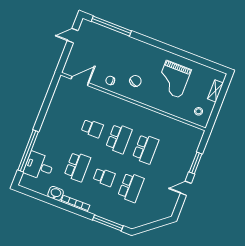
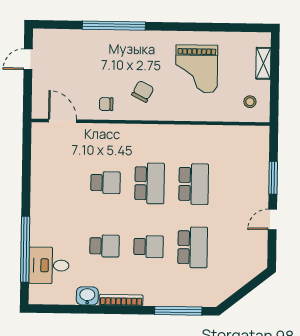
window: (111, 26) -> (114, 26), moved
door: (80, 81) -> (62, 121), hinge flipped
school desk: (77, 167) -> (104, 246), width x0.54

